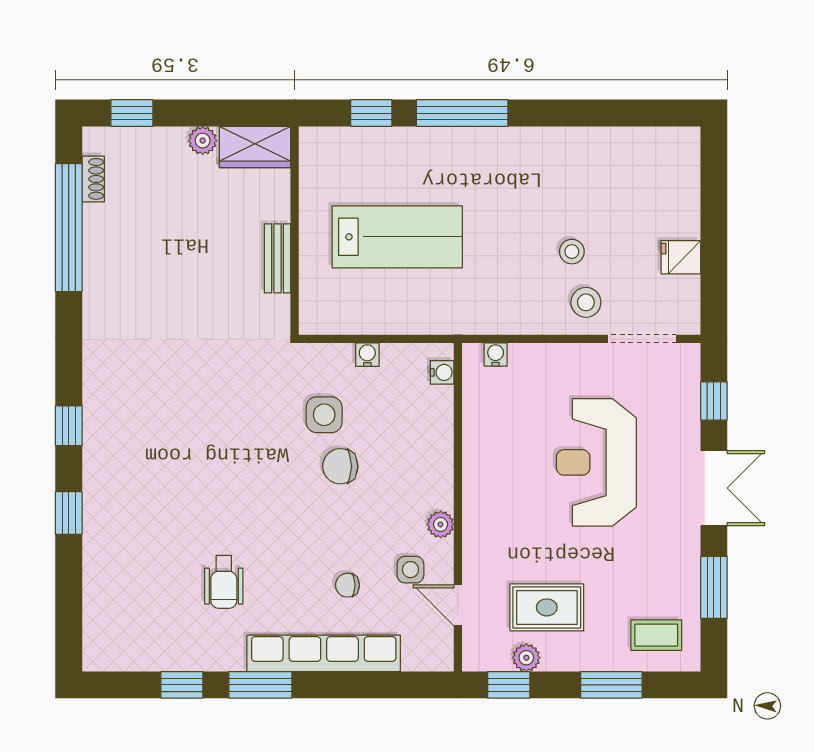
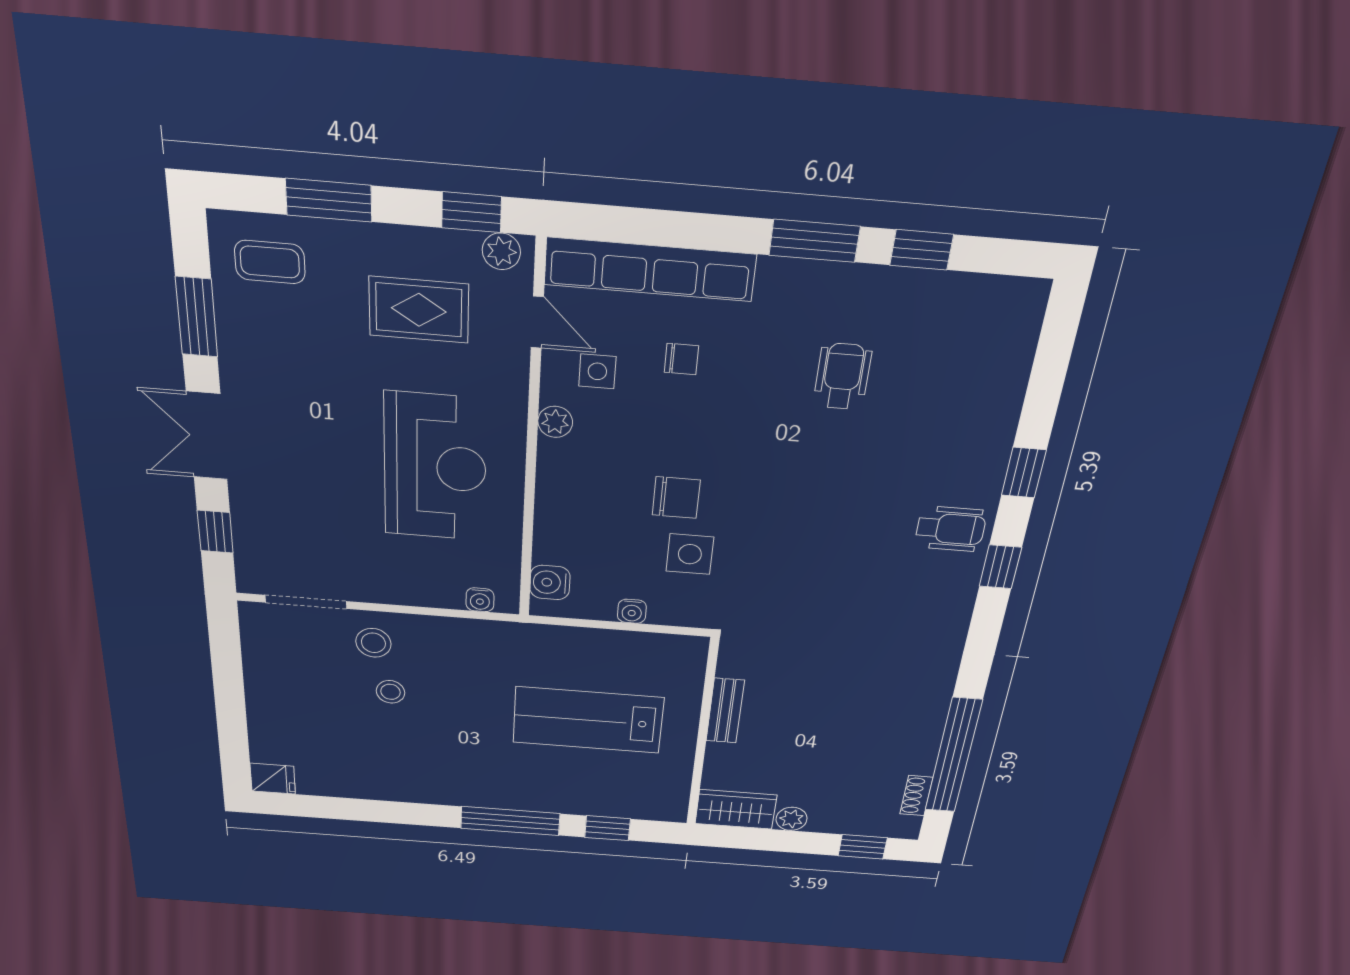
fridge: (681, 257) -> (273, 779), moved
water cooler: (442, 372) -> (550, 582), width x1.38, depth x1.38
wheelchair: (116, 457) -> (951, 529), added
reception desk: (596, 462) -> (435, 467), moved
row of seats: (324, 653) -> (650, 269), moved
plant: (526, 658) -> (501, 251), moved

